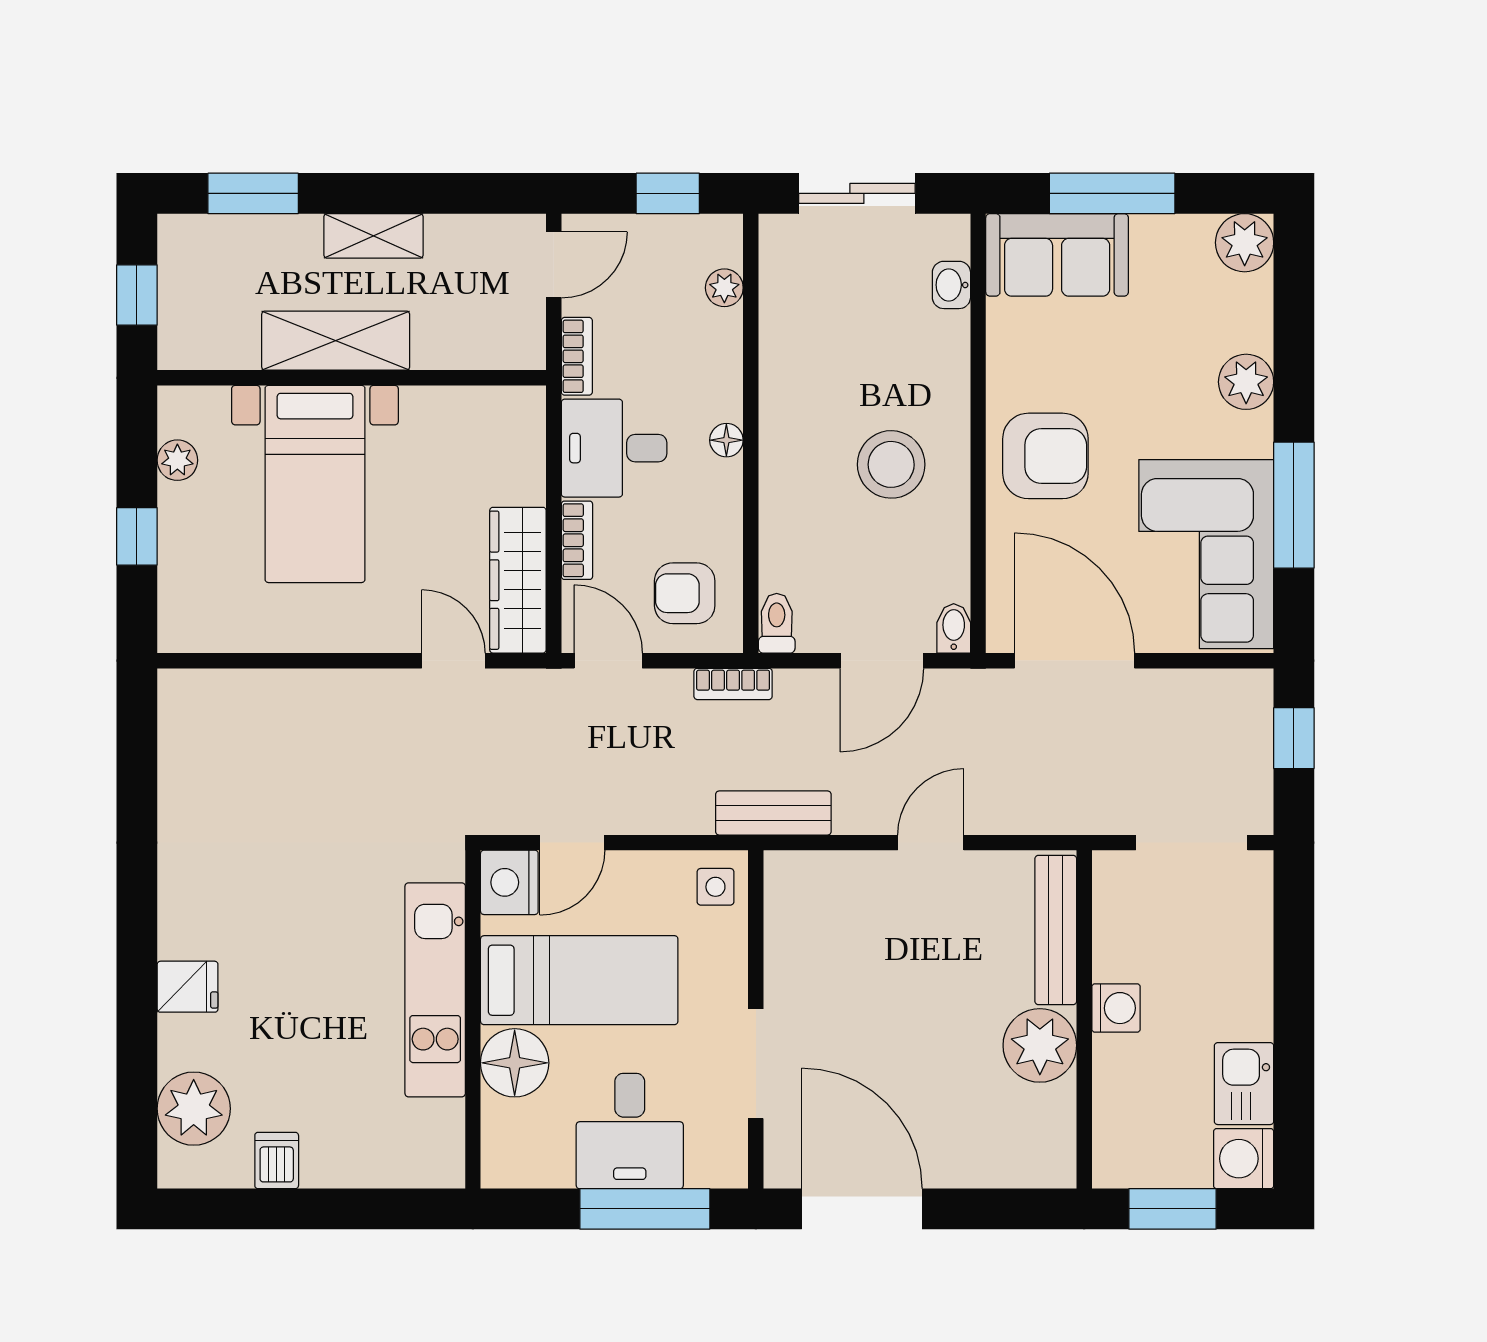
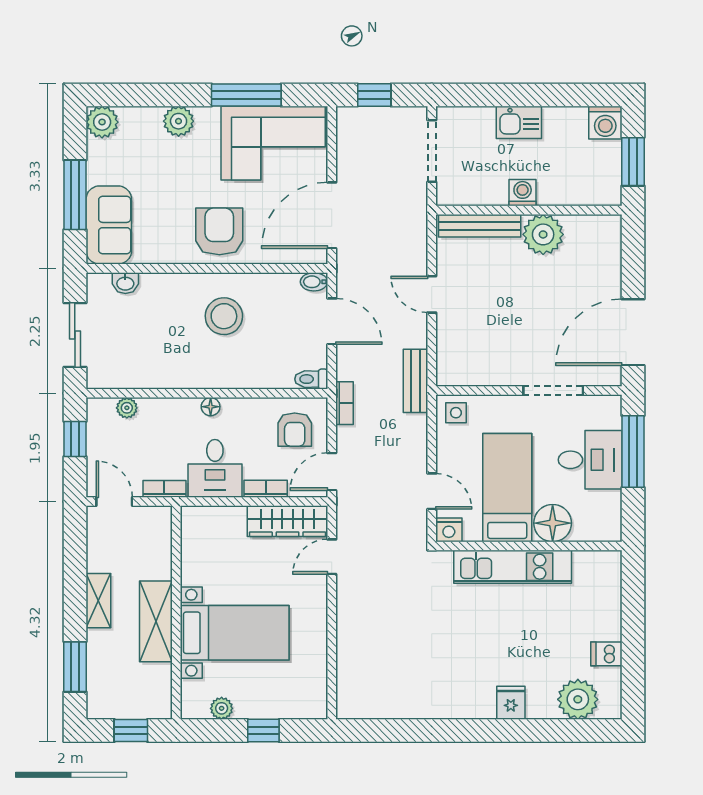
nightstand: (509, 882) -> (449, 530), width x0.74, depth x0.75
kitchen sink: (1244, 1084) -> (519, 122), moved

